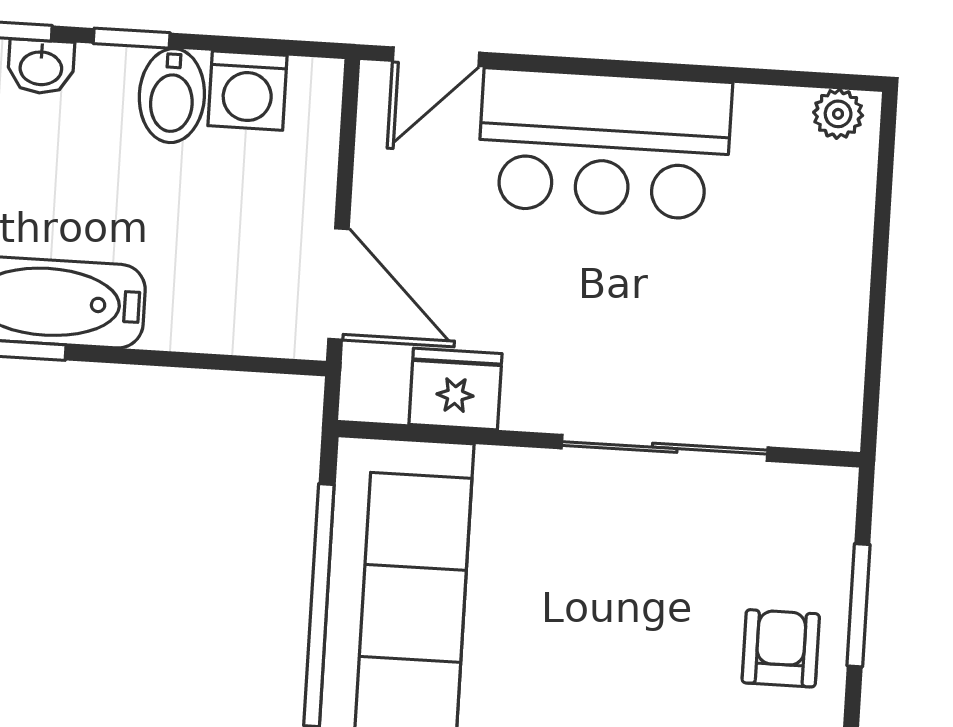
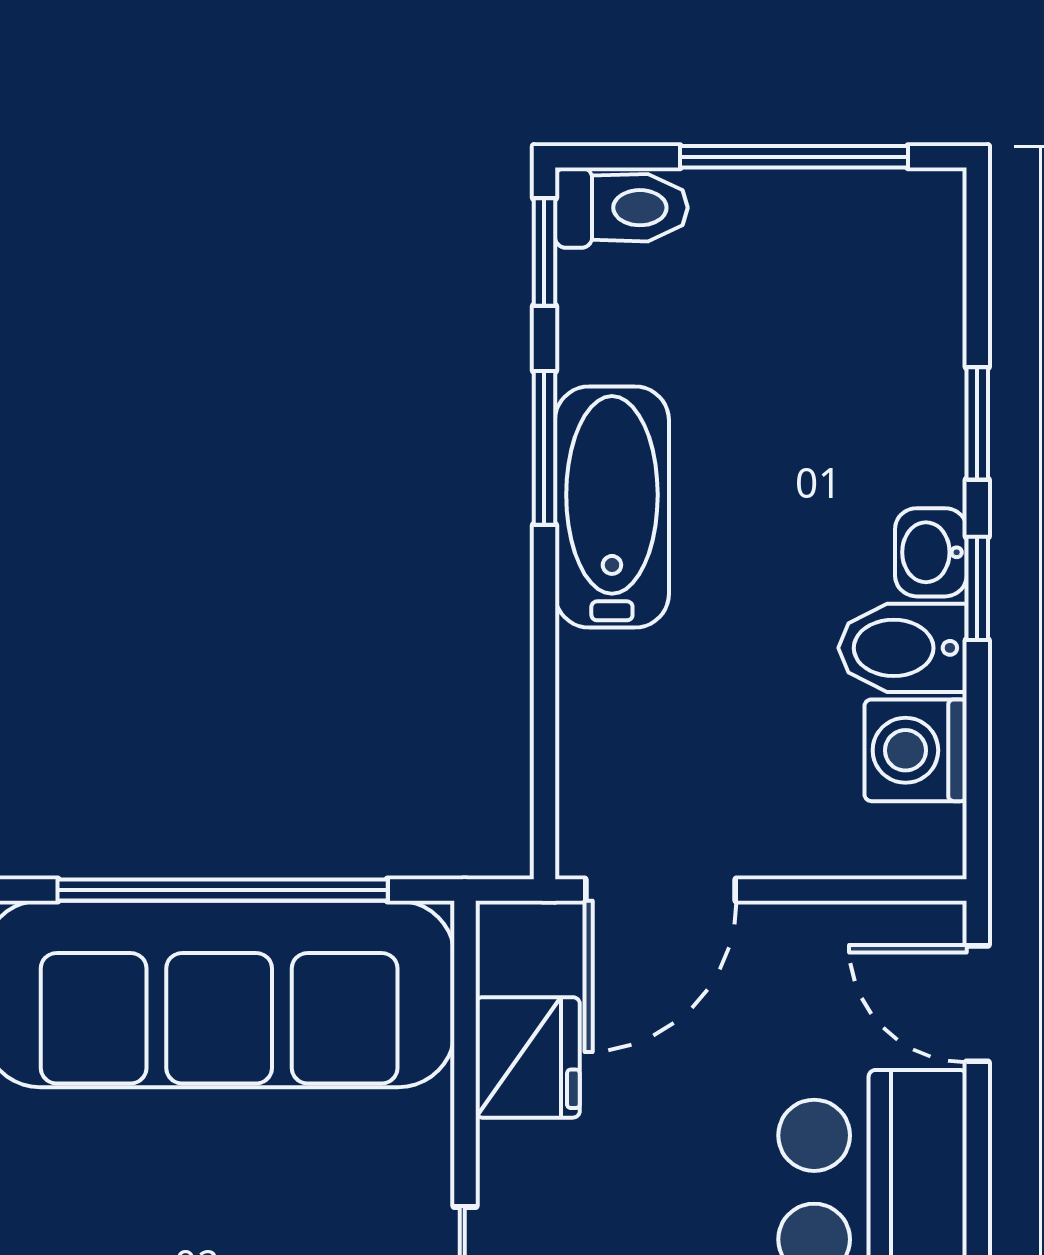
washbasin: (41, 67) -> (931, 552), moved

